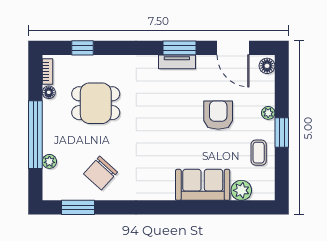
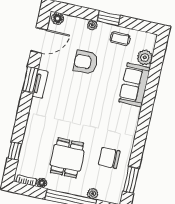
dining table: (96, 103) -> (67, 158), moved
chair: (101, 173) -> (109, 158), turned 138

